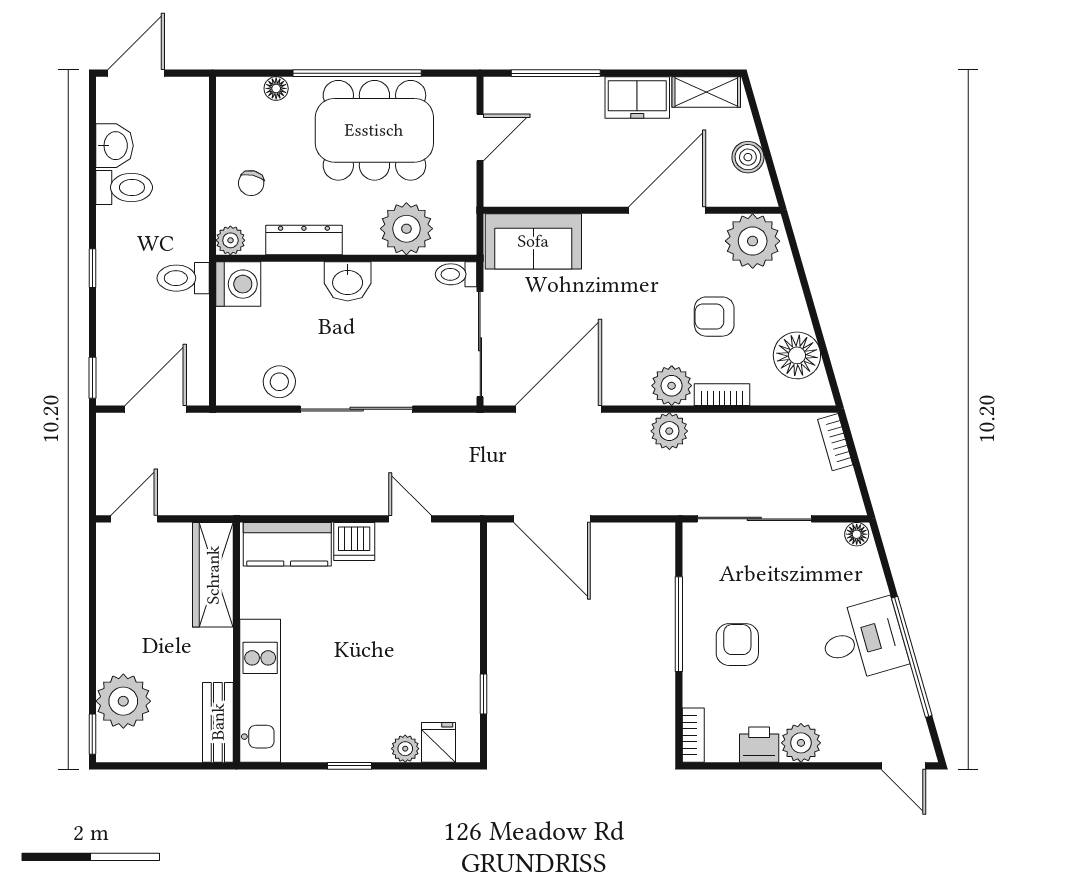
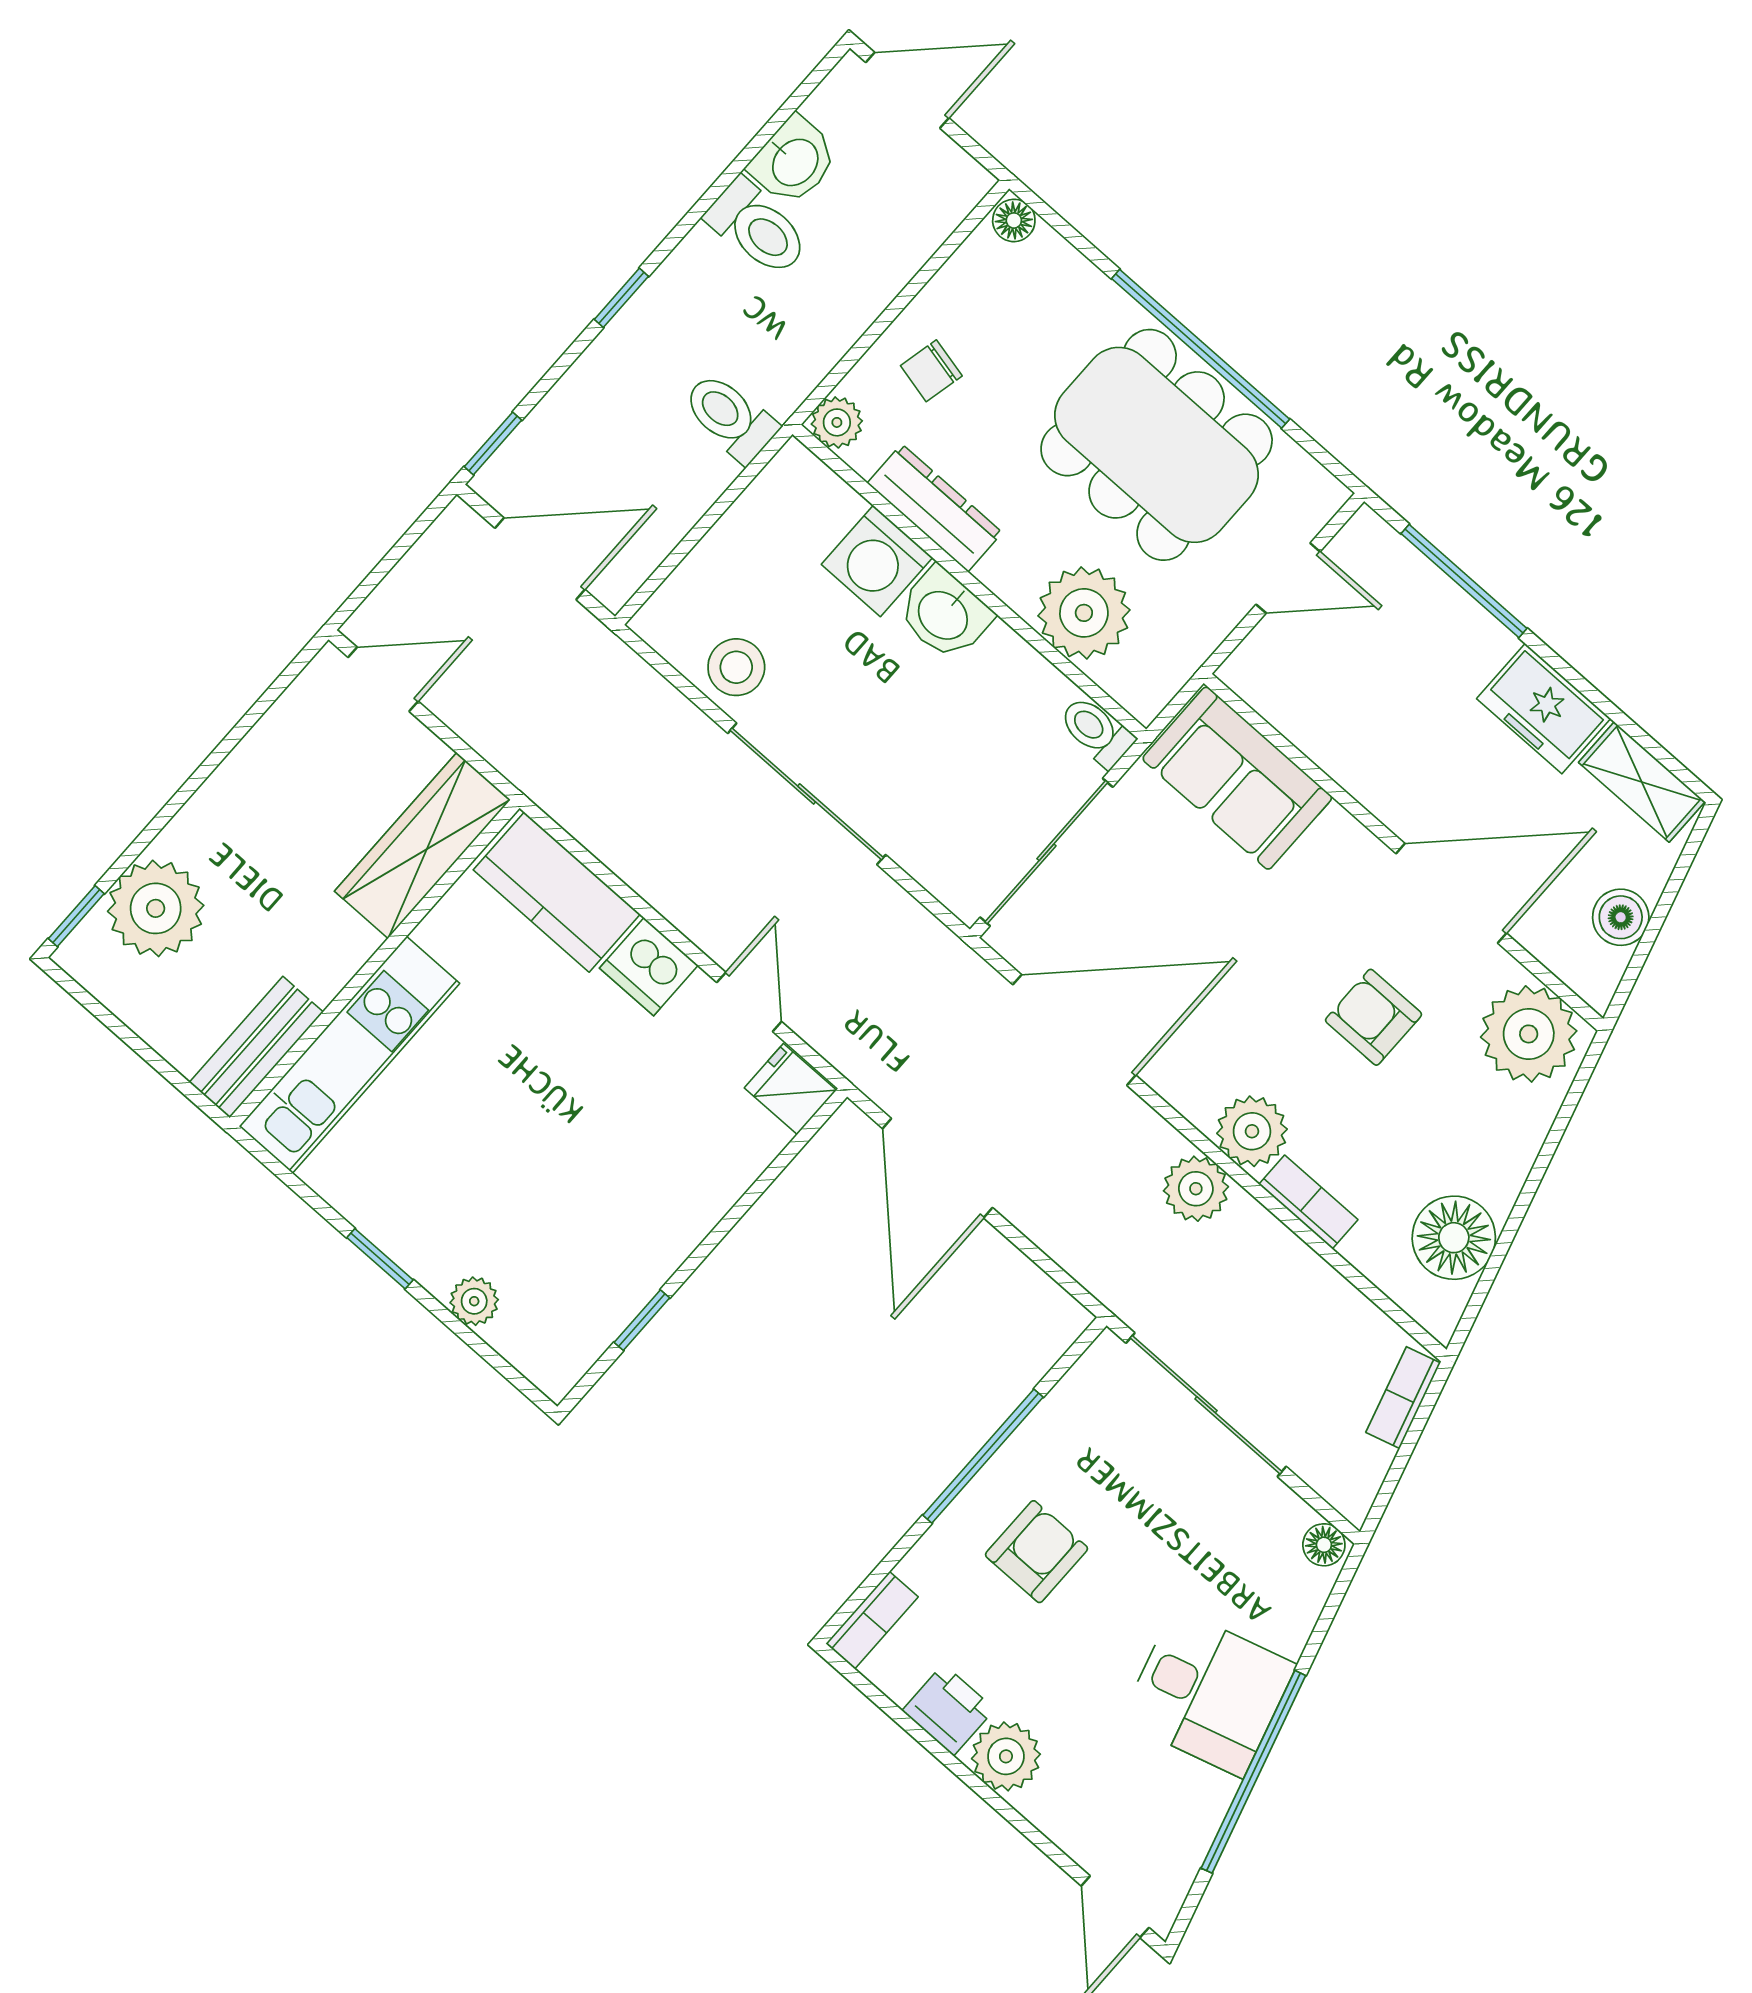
floor lamp: (276, 88) -> (1014, 220), moved
washing machine: (238, 284) -> (877, 561), moved, turned 90
armchair: (714, 317) -> (1374, 1017), moved
fridge: (439, 742) -> (790, 1089), moved, turned -90

